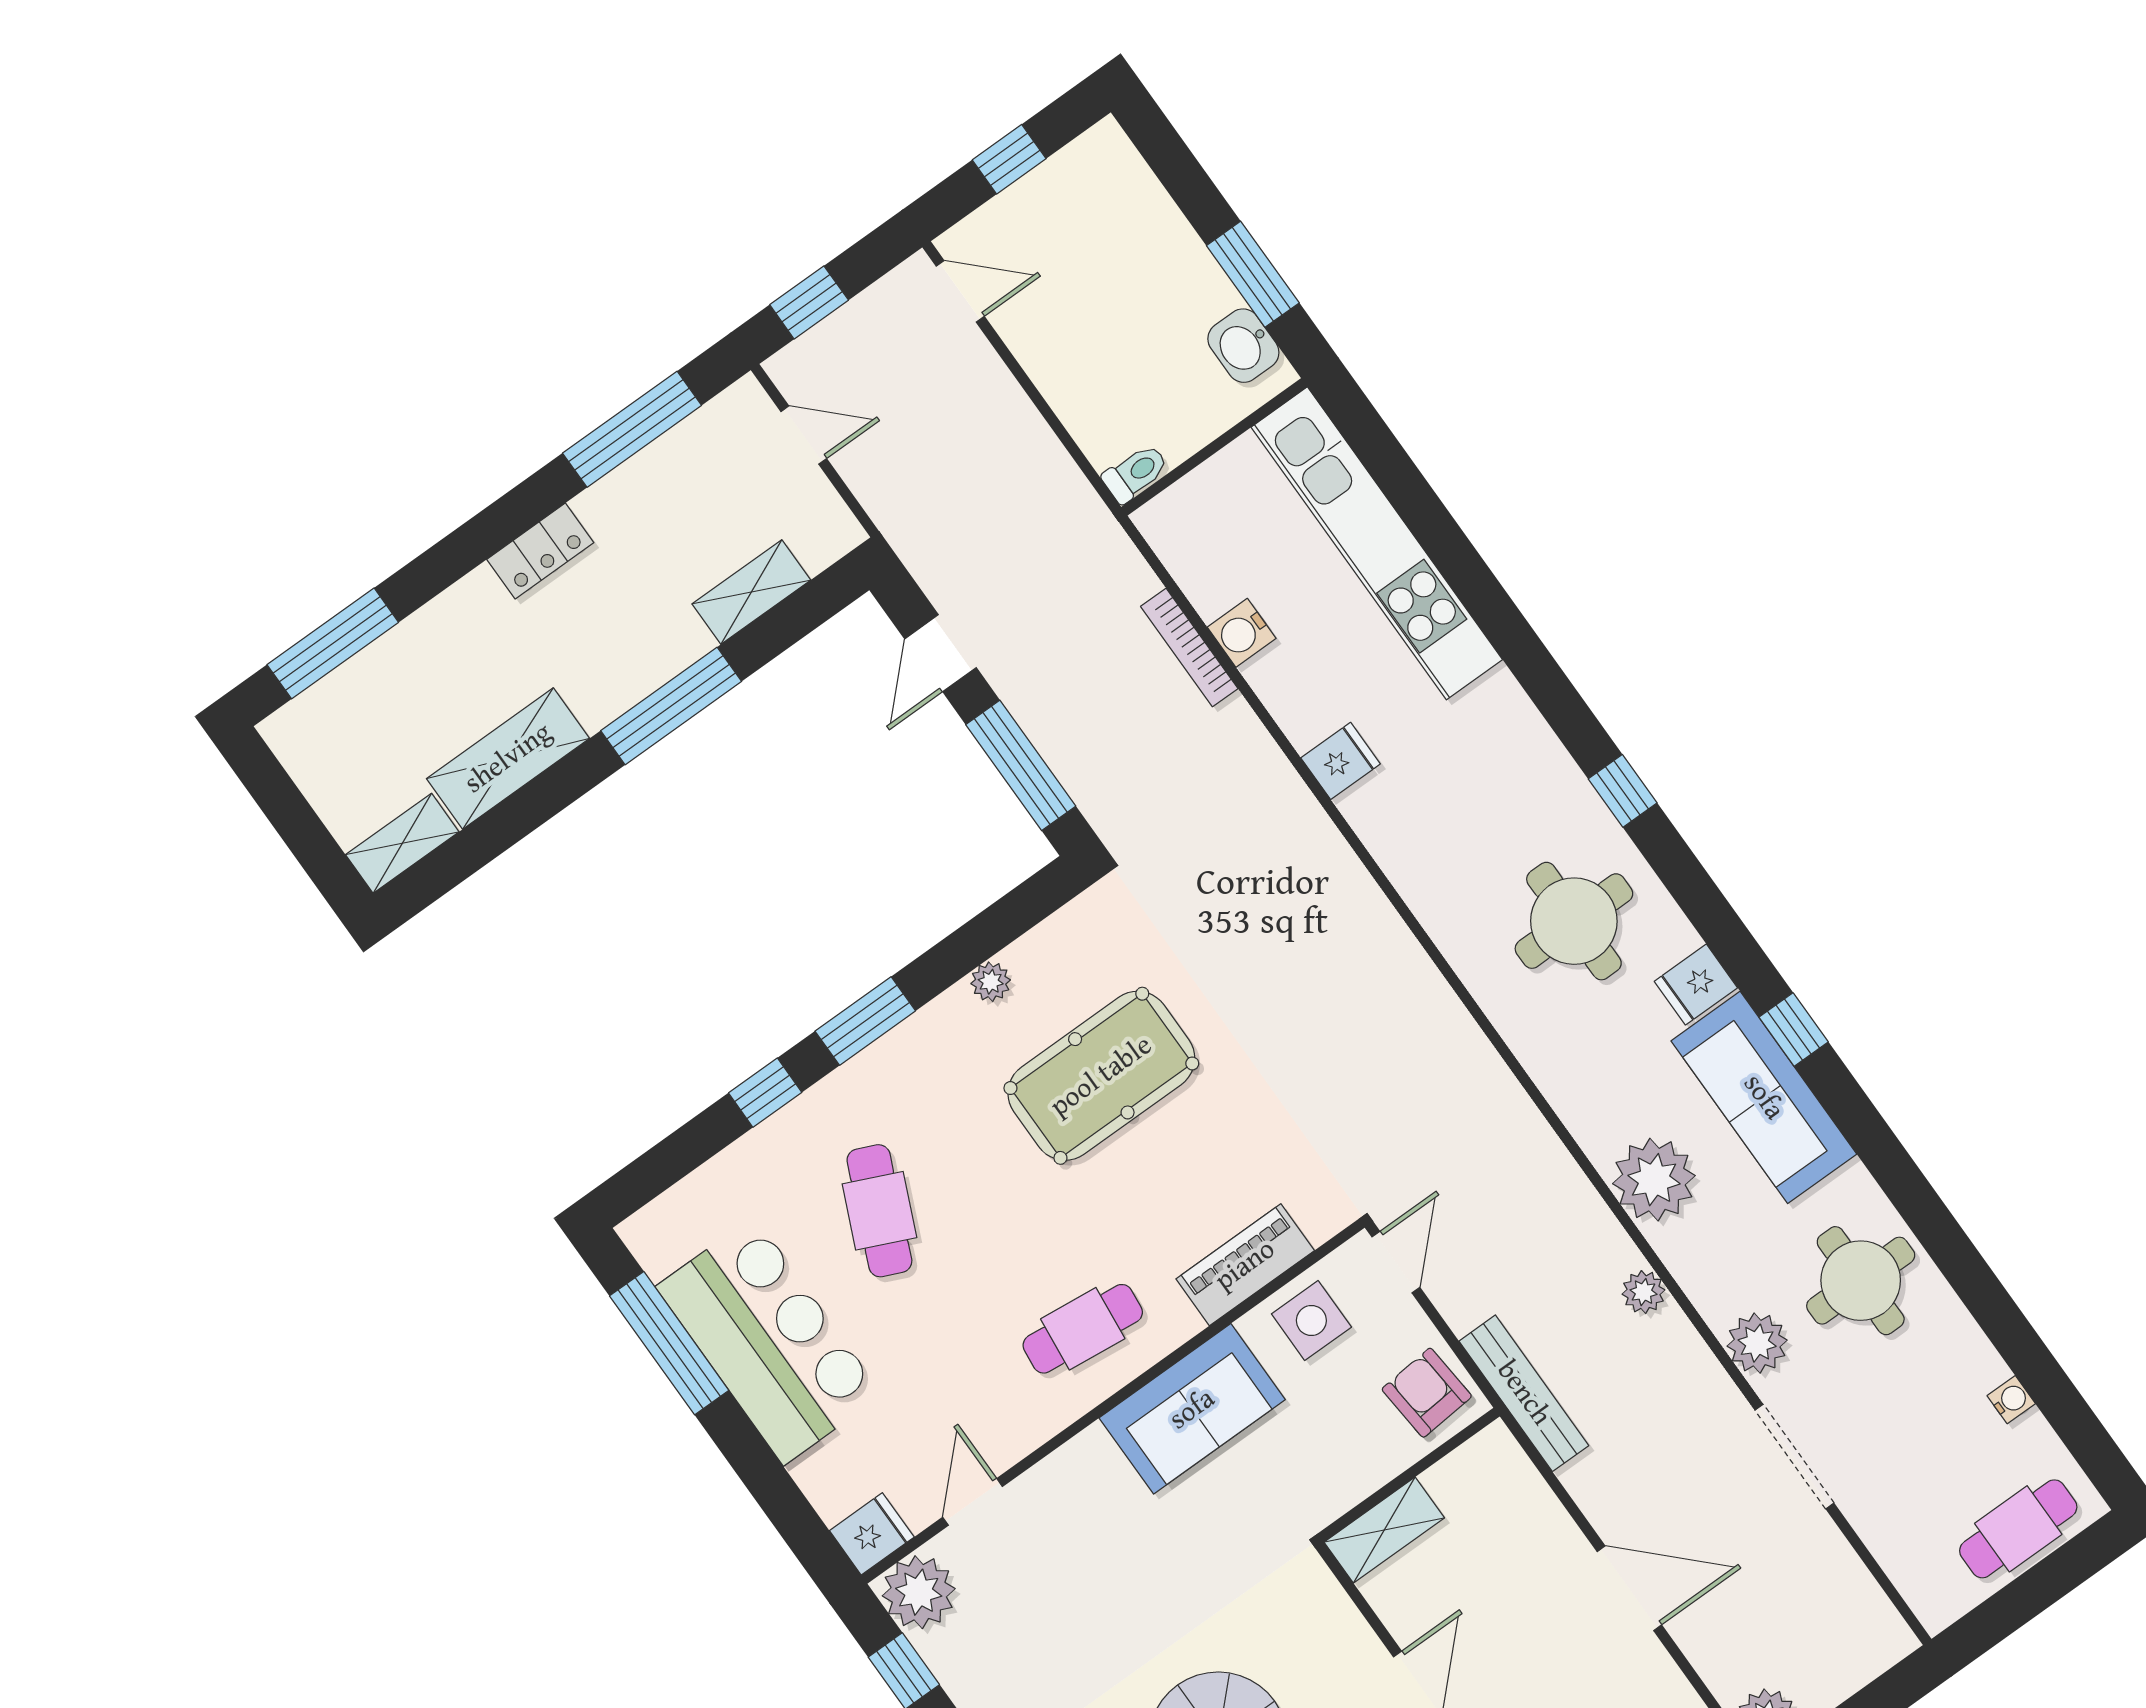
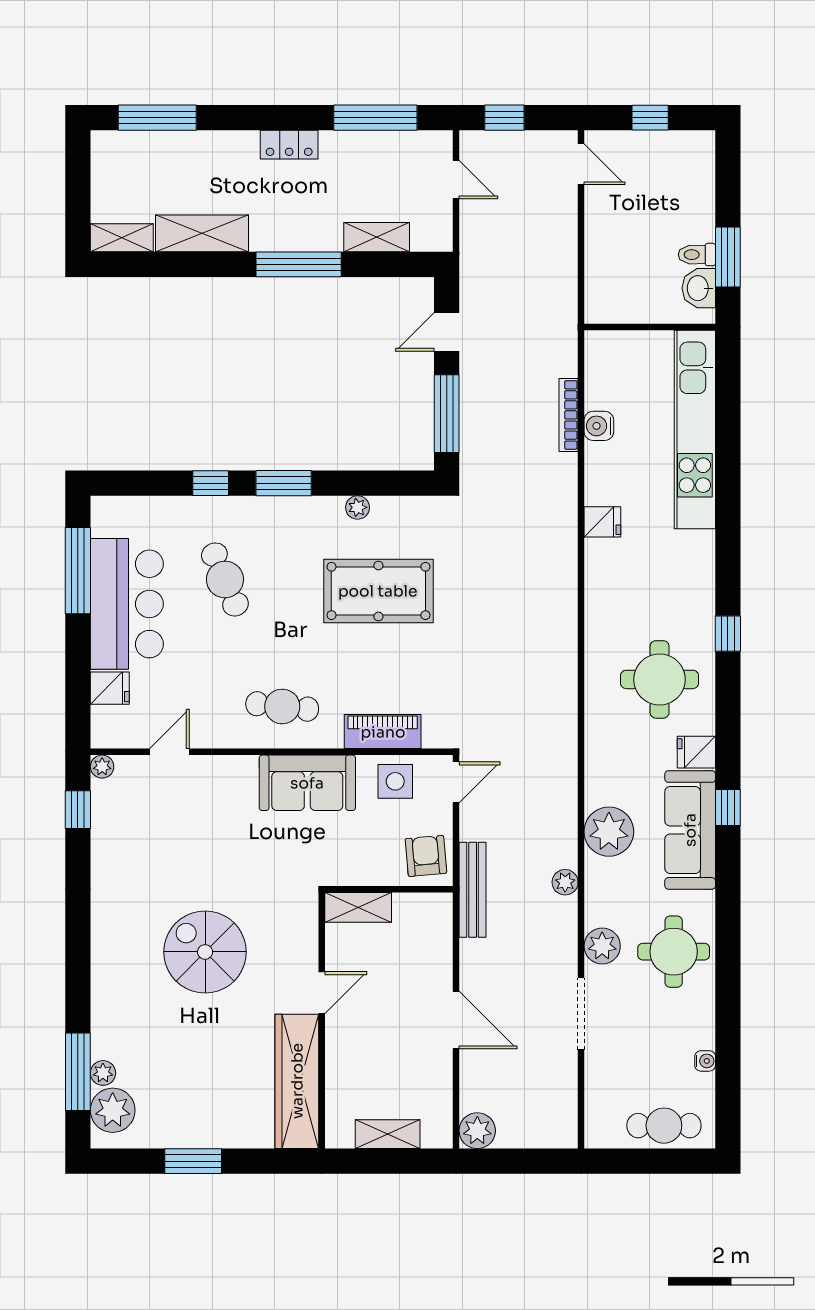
toilet: (1135, 473) -> (697, 255), moved, turned 180
cafe table: (879, 1211) -> (225, 579), turned -47
fridge: (872, 1534) -> (110, 688), moved
plant: (919, 1592) -> (102, 767), width x0.53, depth x0.53

